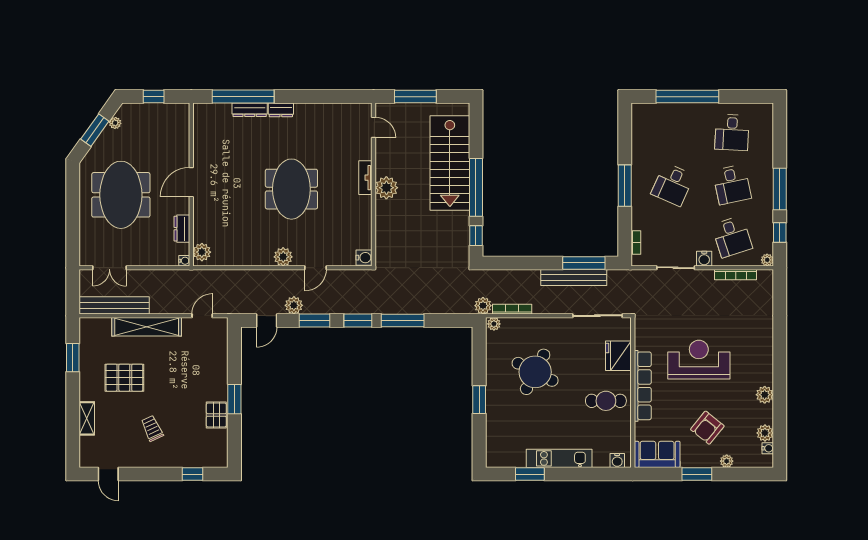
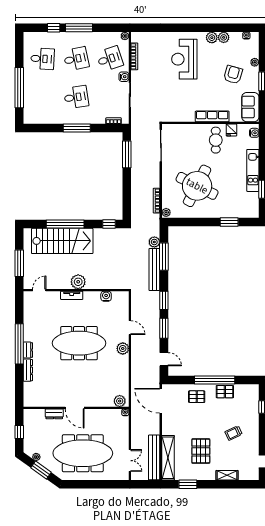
window: (243, 97) -> (19, 344), moved
desk: (673, 185) -> (76, 97), turned -33
window: (476, 187) -> (65, 224), moved
meeting table: (291, 189) -> (79, 343), width x1.36
meeting table: (121, 195) -> (83, 453), width x1.36
dresser: (182, 229) -> (54, 414), moved
window: (780, 233) -> (54, 28), moved
water cooler: (364, 258) -> (106, 296), moved
bench: (574, 277) -> (154, 269), moved
plant: (294, 305) -> (154, 342), removed
plant: (483, 306) -> (154, 242), moved
door: (202, 316) -> (161, 401), width x1.88
window: (403, 320) -> (164, 257), moved
shelving: (147, 327) -> (168, 458), moved
fridge: (618, 356) -> (231, 130), moved, width x0.53, depth x0.75
reception desk: (699, 360) -> (184, 59), moved
pallet: (208, 371) -> (197, 397), added
round table: (535, 372) -> (197, 186), width x1.36, depth x1.36
row of seats: (643, 386) -> (212, 116), width x0.73
window: (234, 399) -> (215, 380), width x2.11
window: (479, 400) -> (229, 222), moved
armchair: (707, 428) -> (233, 75), turned -113
plant: (765, 433) -> (224, 37), moved

